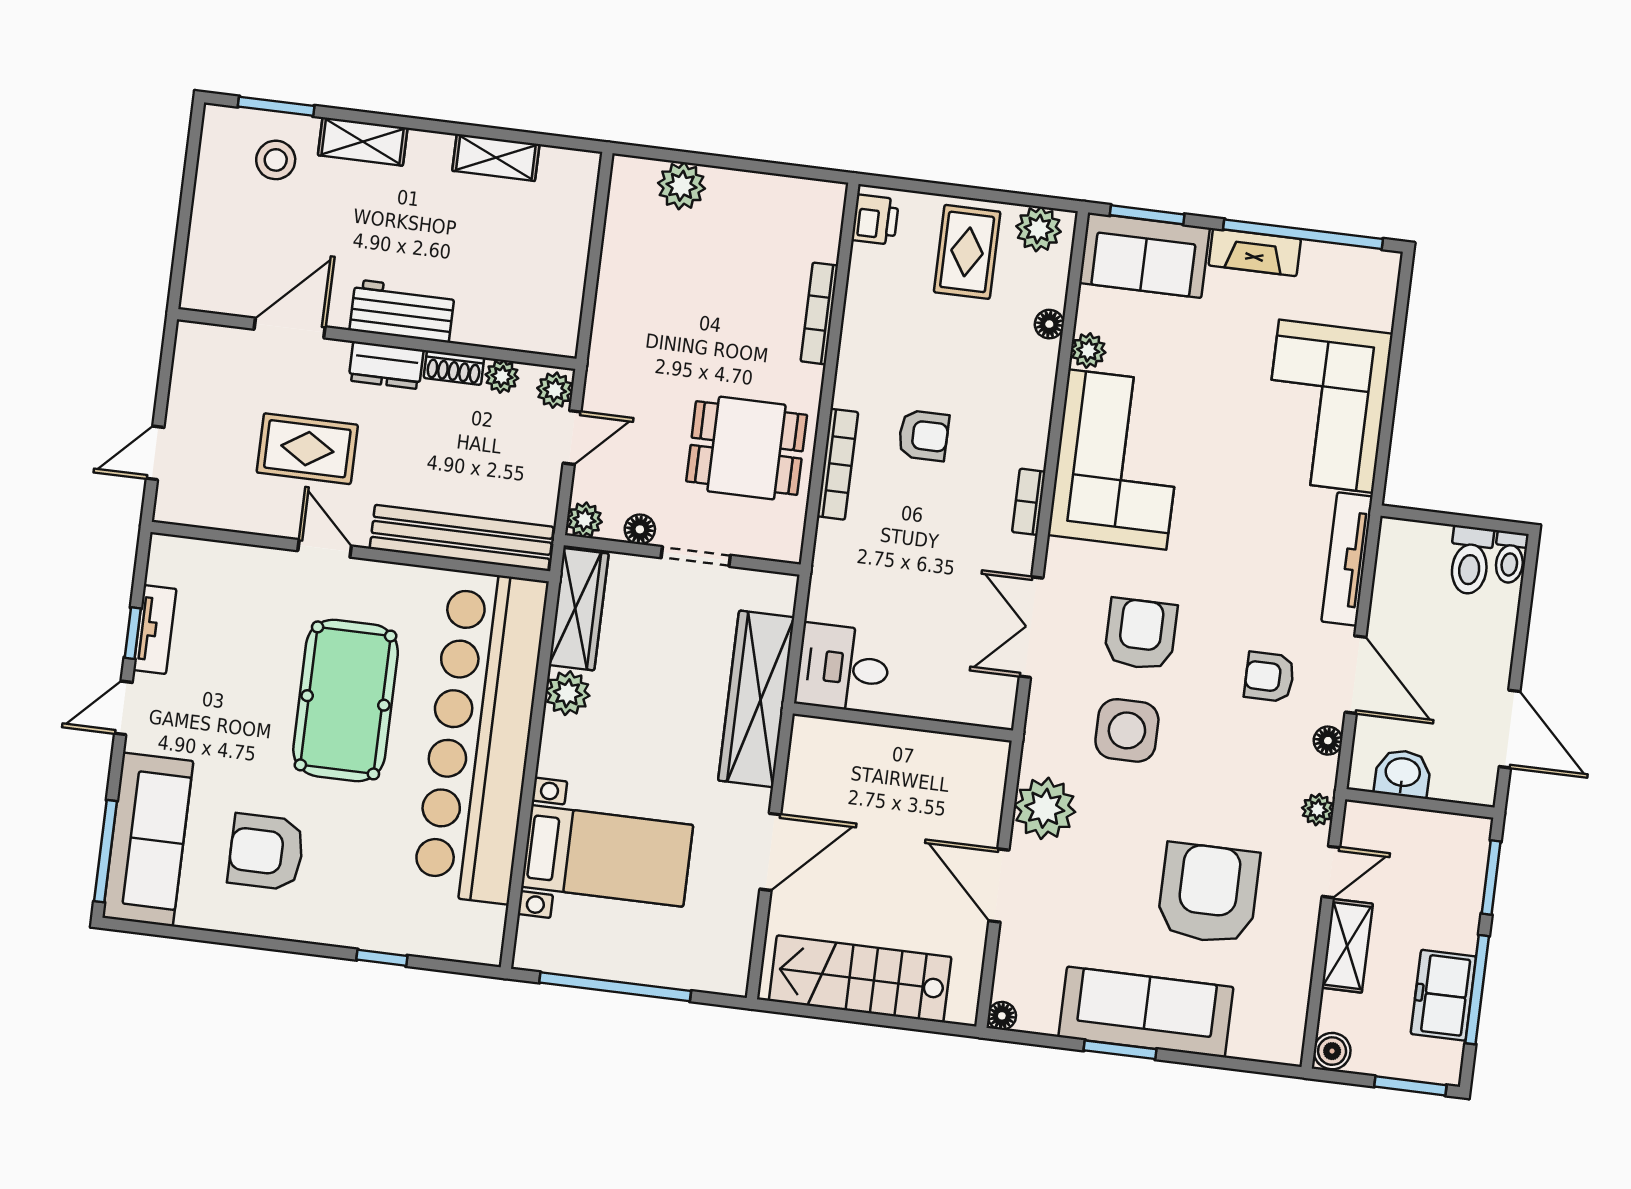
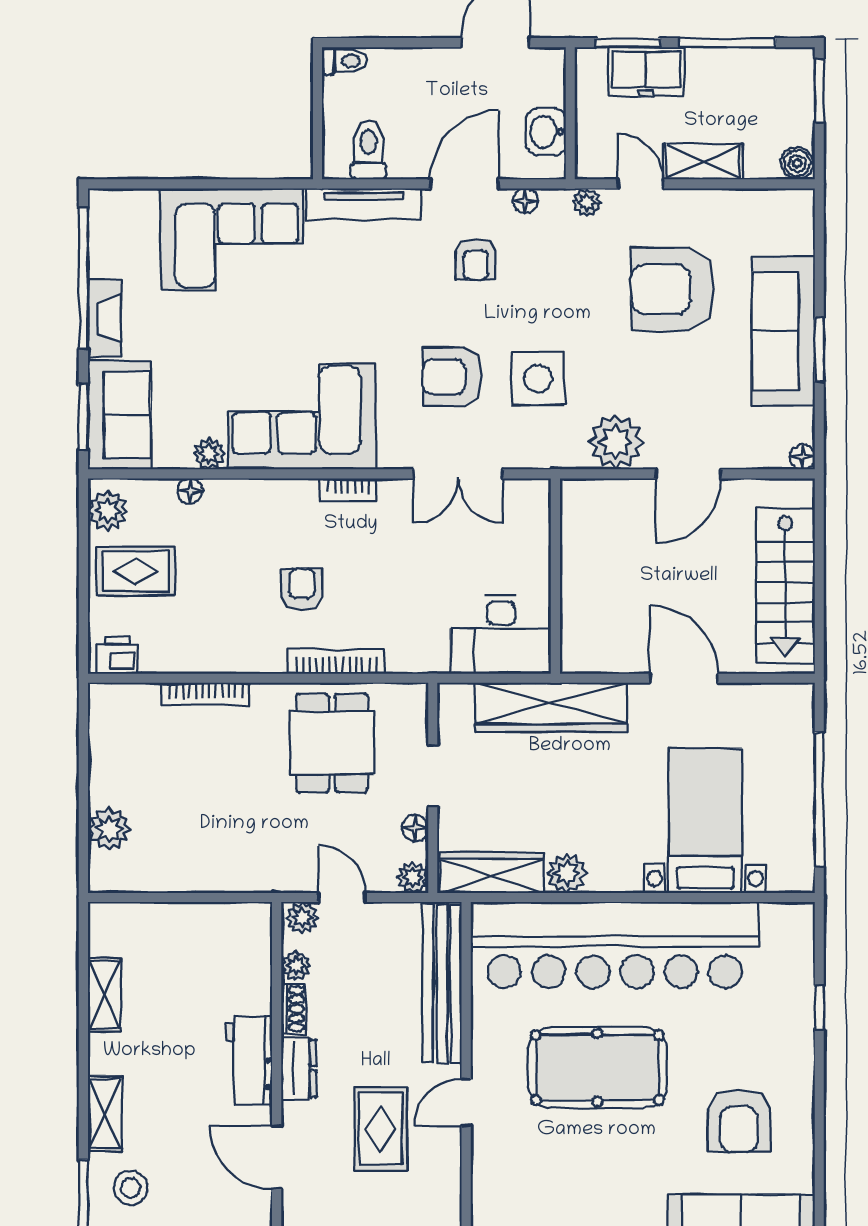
toilet: (1470, 560) -> (368, 150), moved, turned -90
desk: (843, 668) -> (501, 634), width x1.37
freezer: (1443, 995) -> (646, 72), moved

